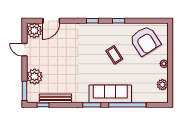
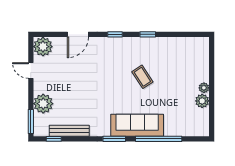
door: (51, 21) -> (78, 34), moved
armchair: (145, 41) -> (181, 59), removed
plant: (162, 85) -> (202, 101), moved

